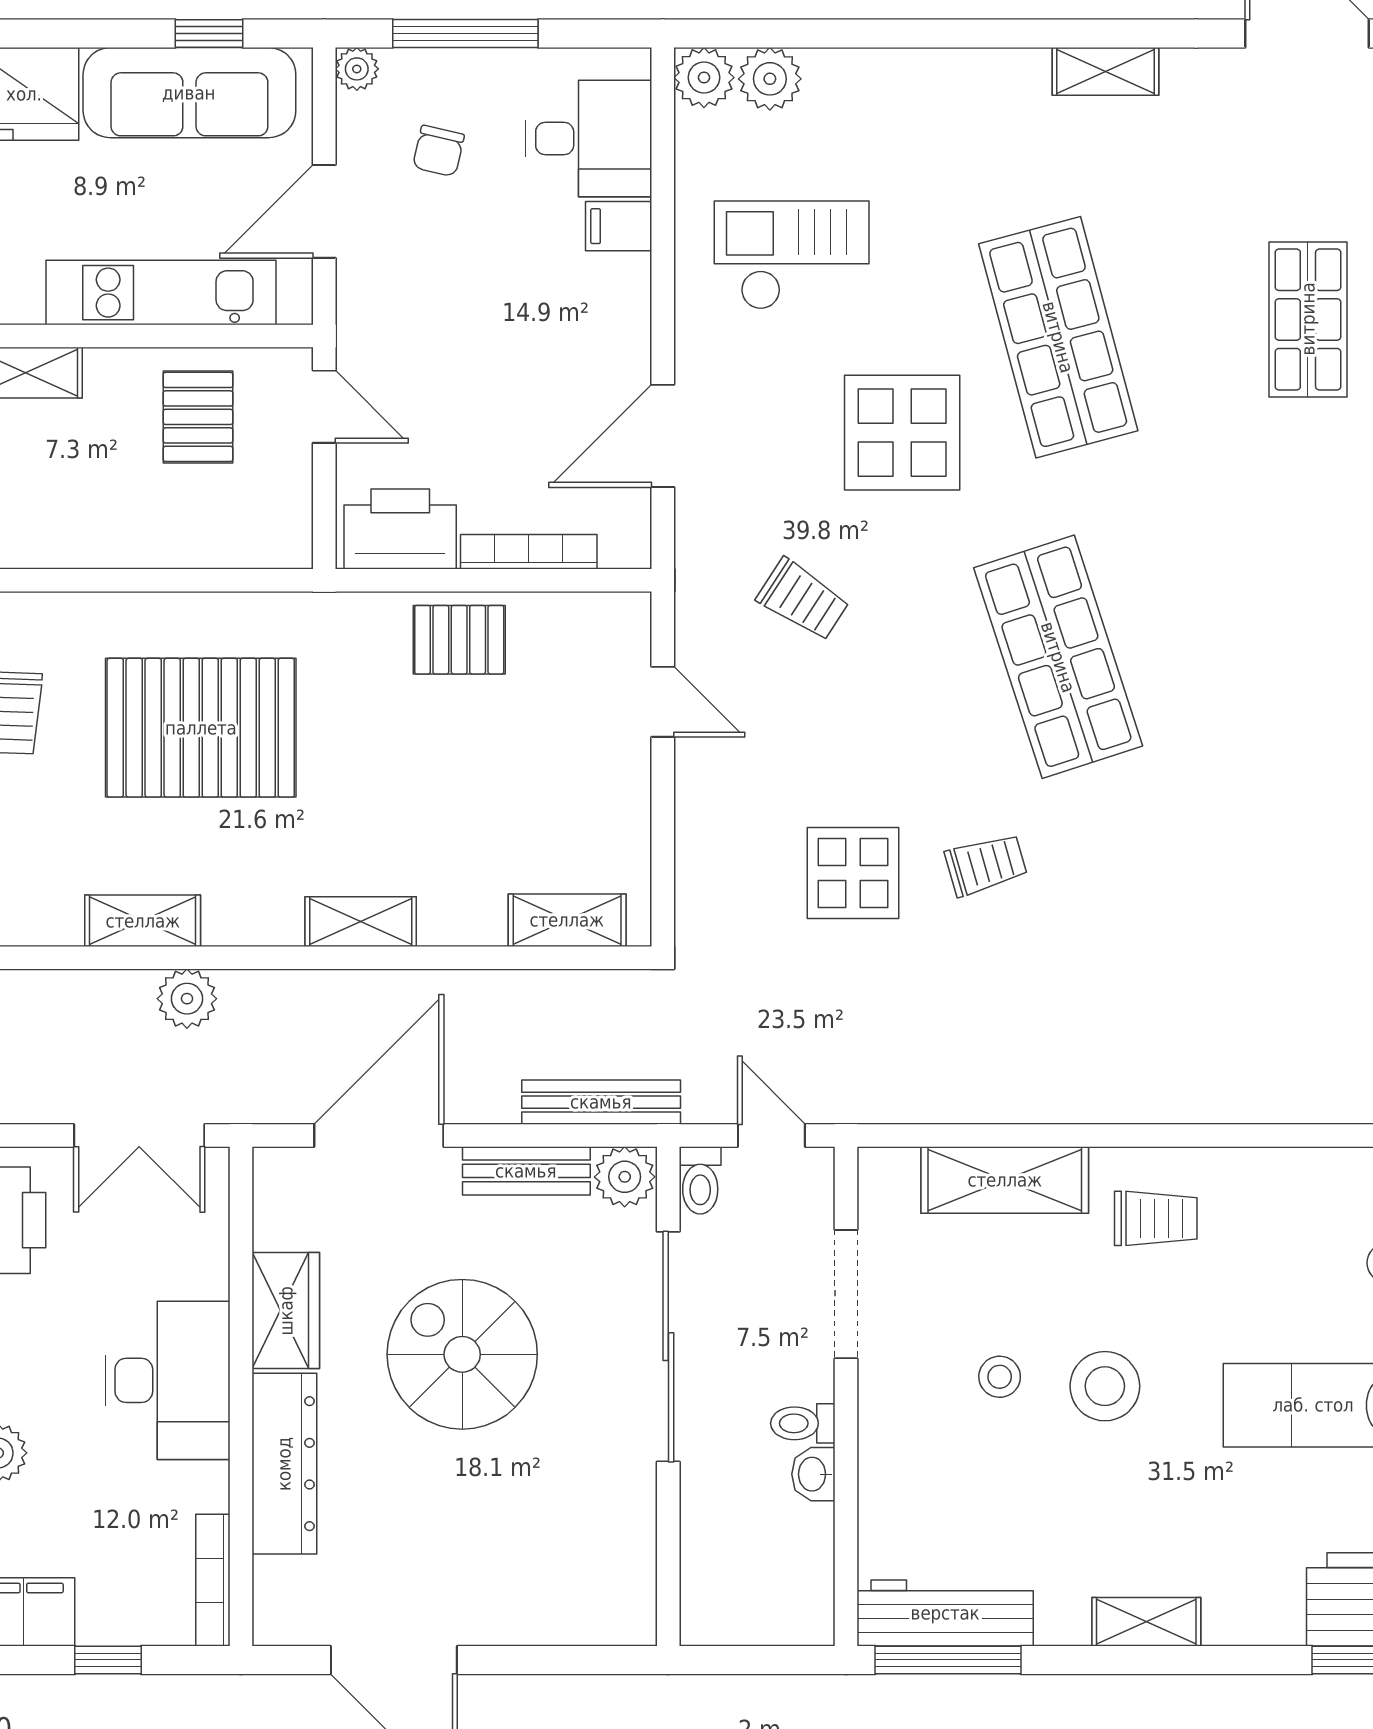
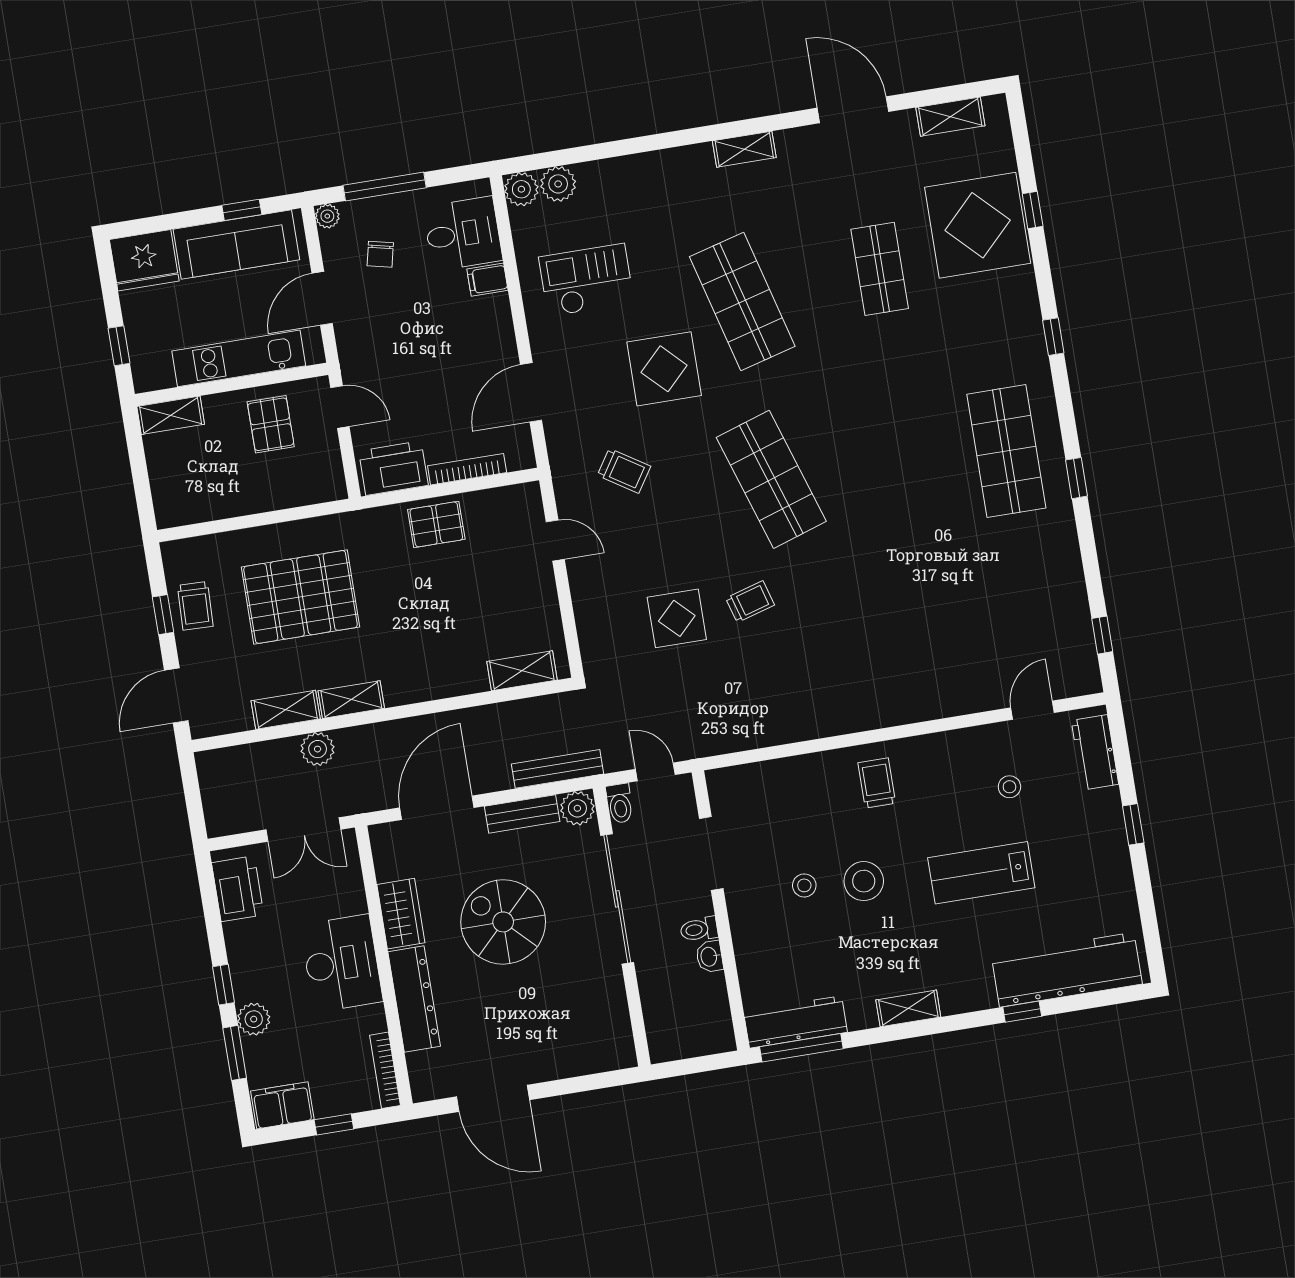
shelving: (361, 922) -> (351, 700), moved
shelving: (1005, 1180) -> (789, 775), removed
trolley: (1156, 1218) -> (877, 783), turned -90

